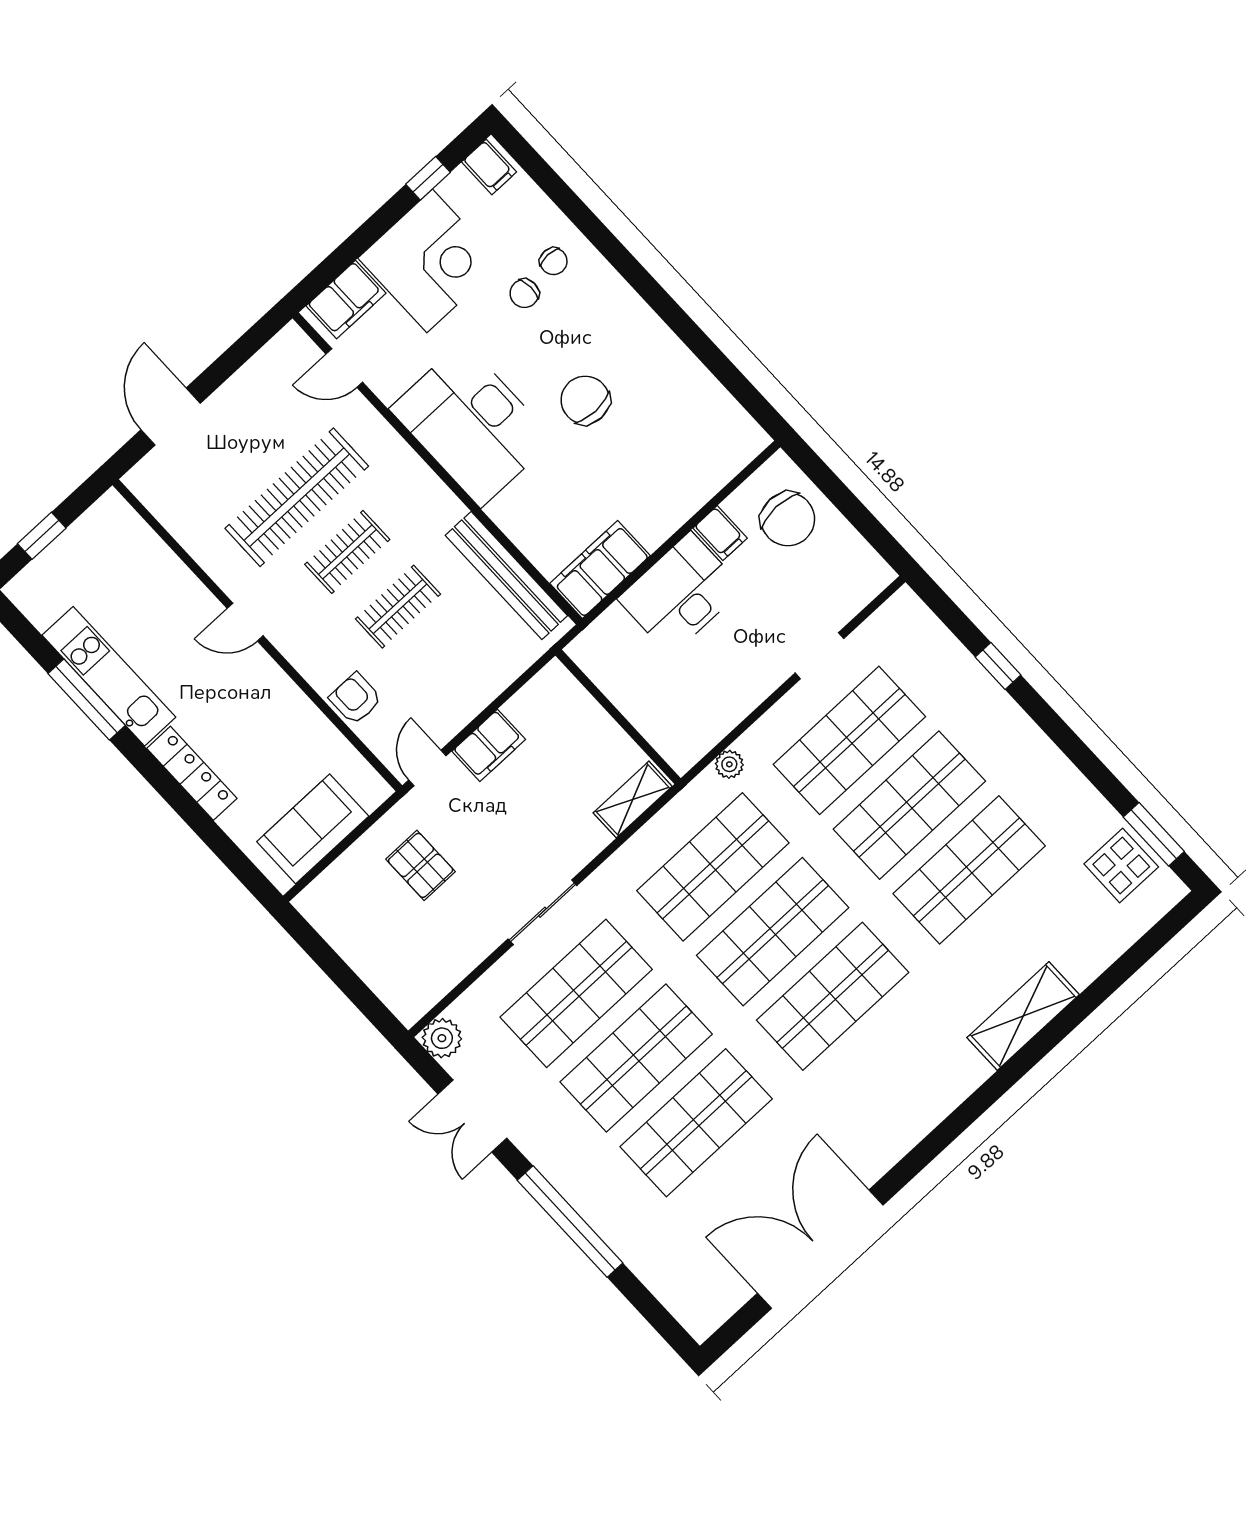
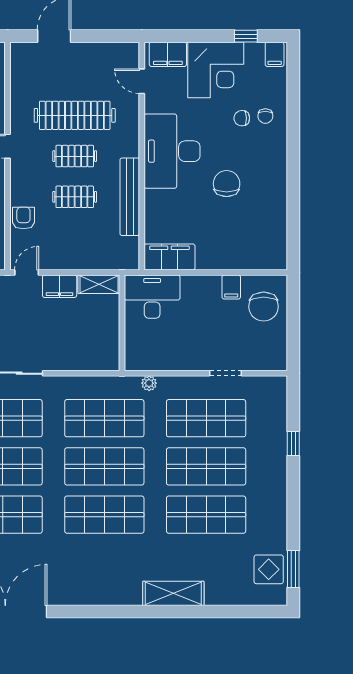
bench: (506, 576) -> (130, 197), moved
desk: (681, 594) -> (152, 297), moved
shelving: (633, 800) -> (99, 284), moved

